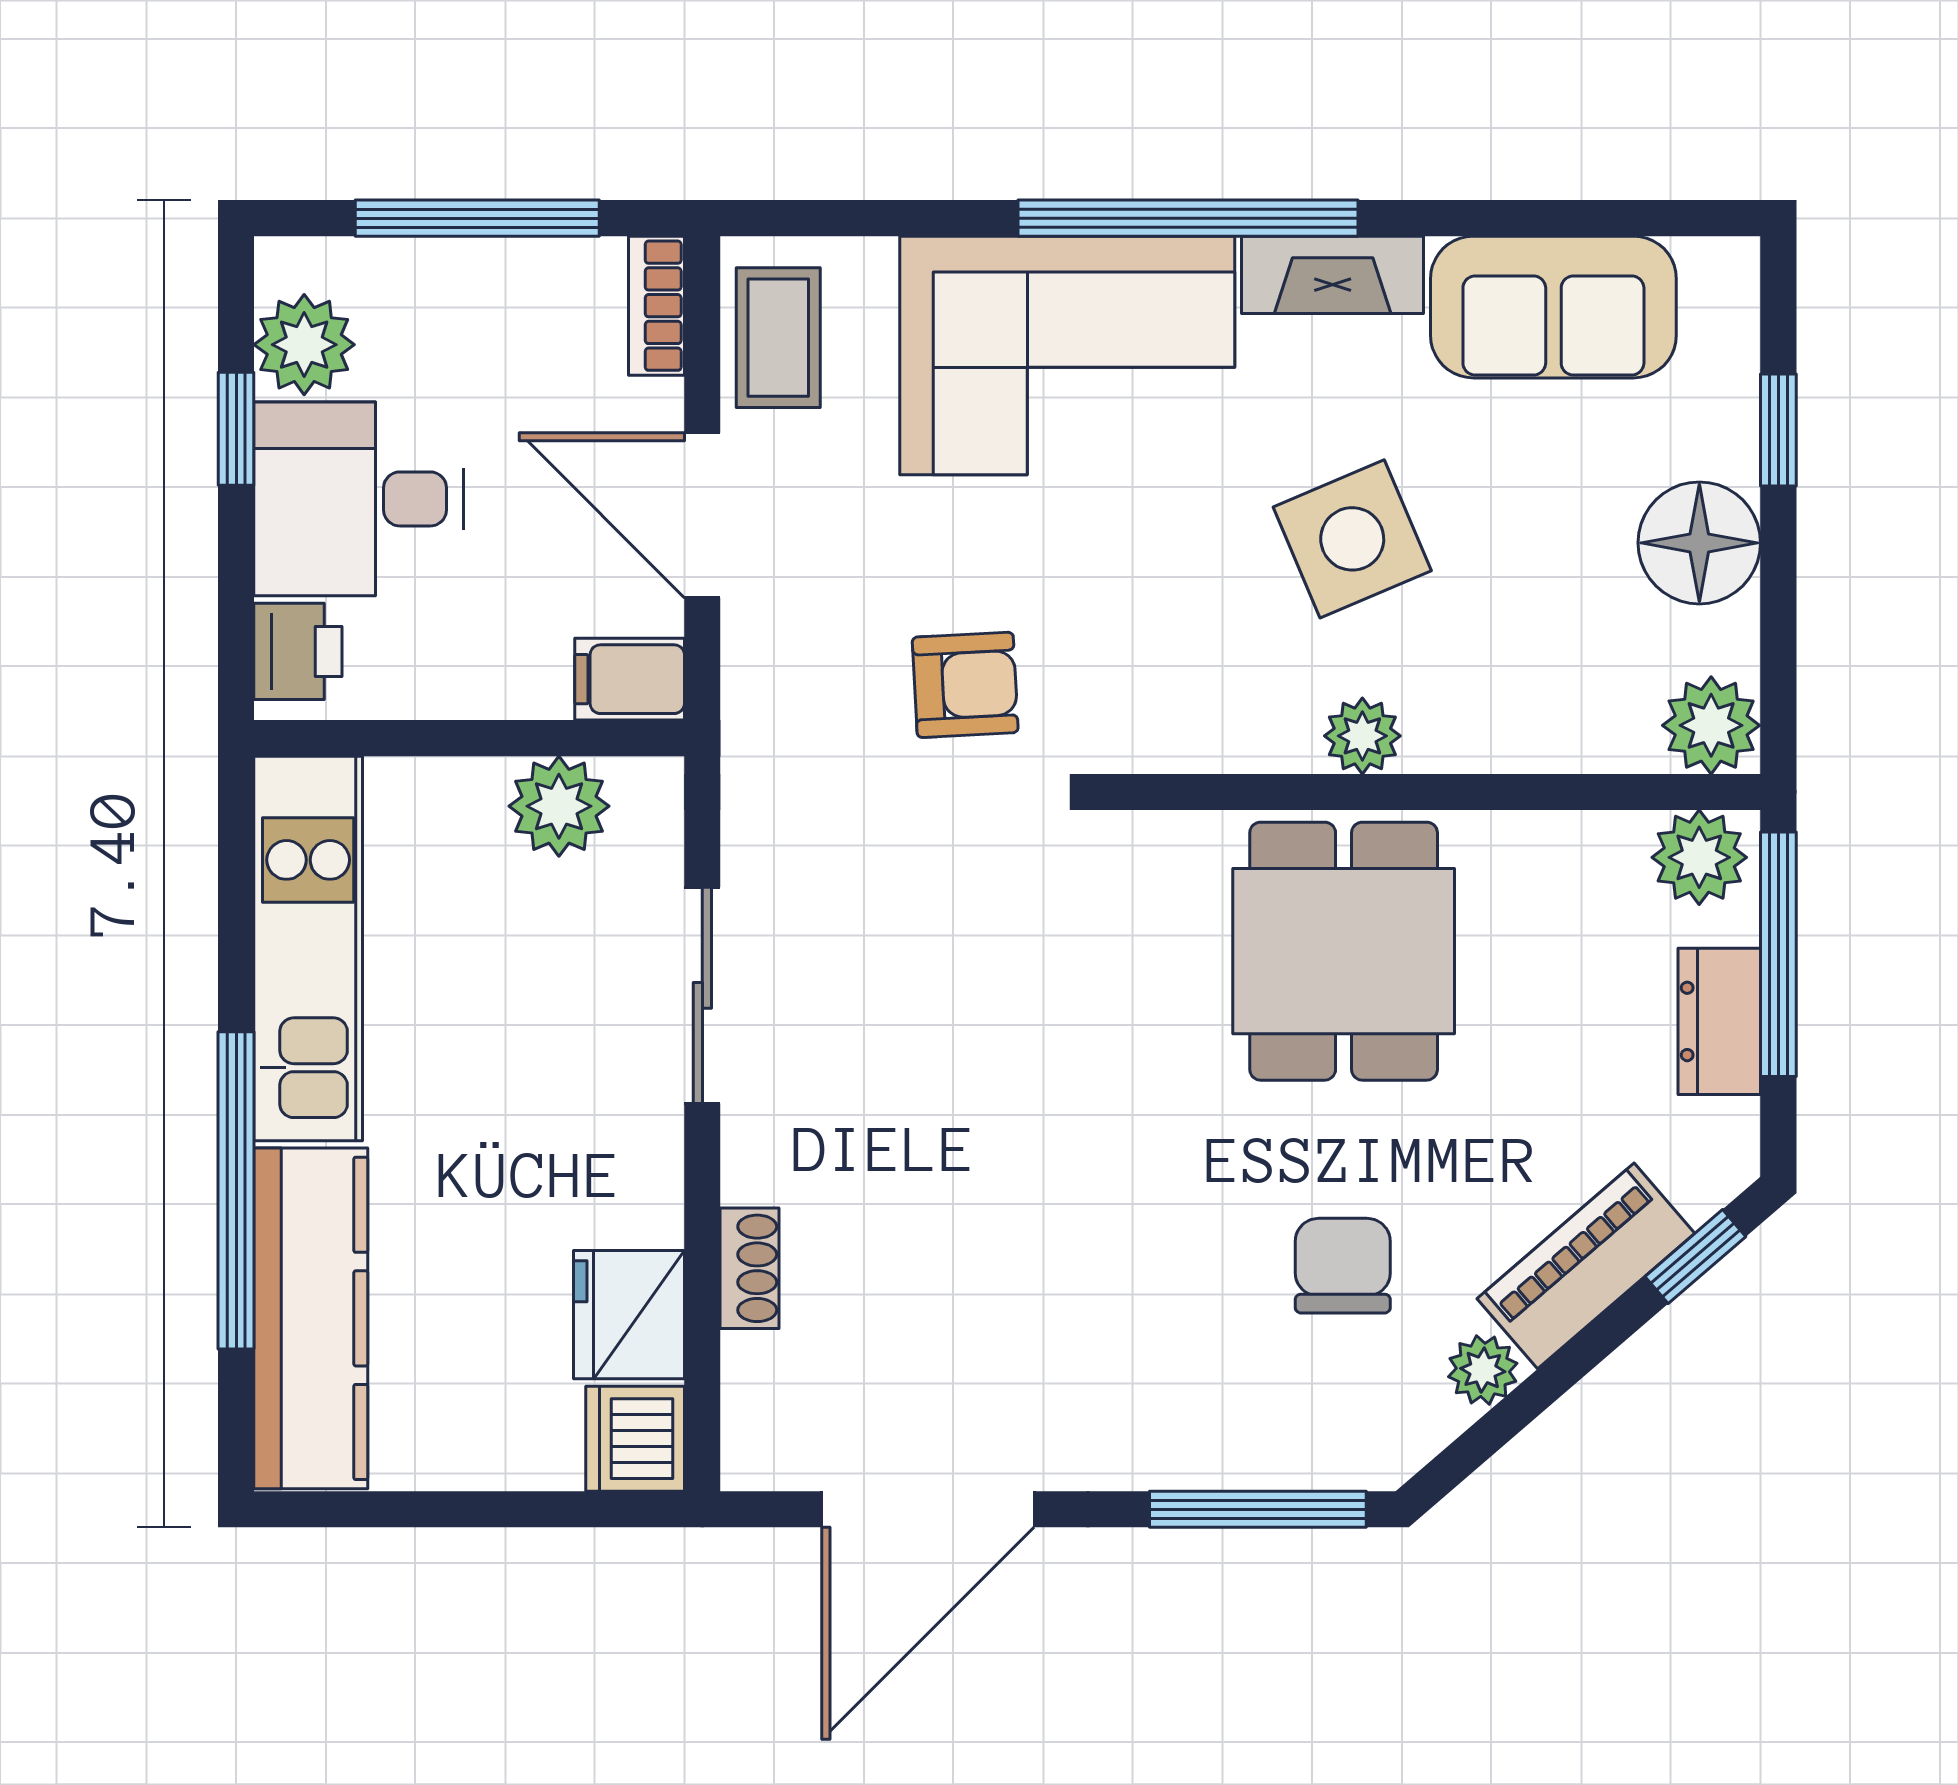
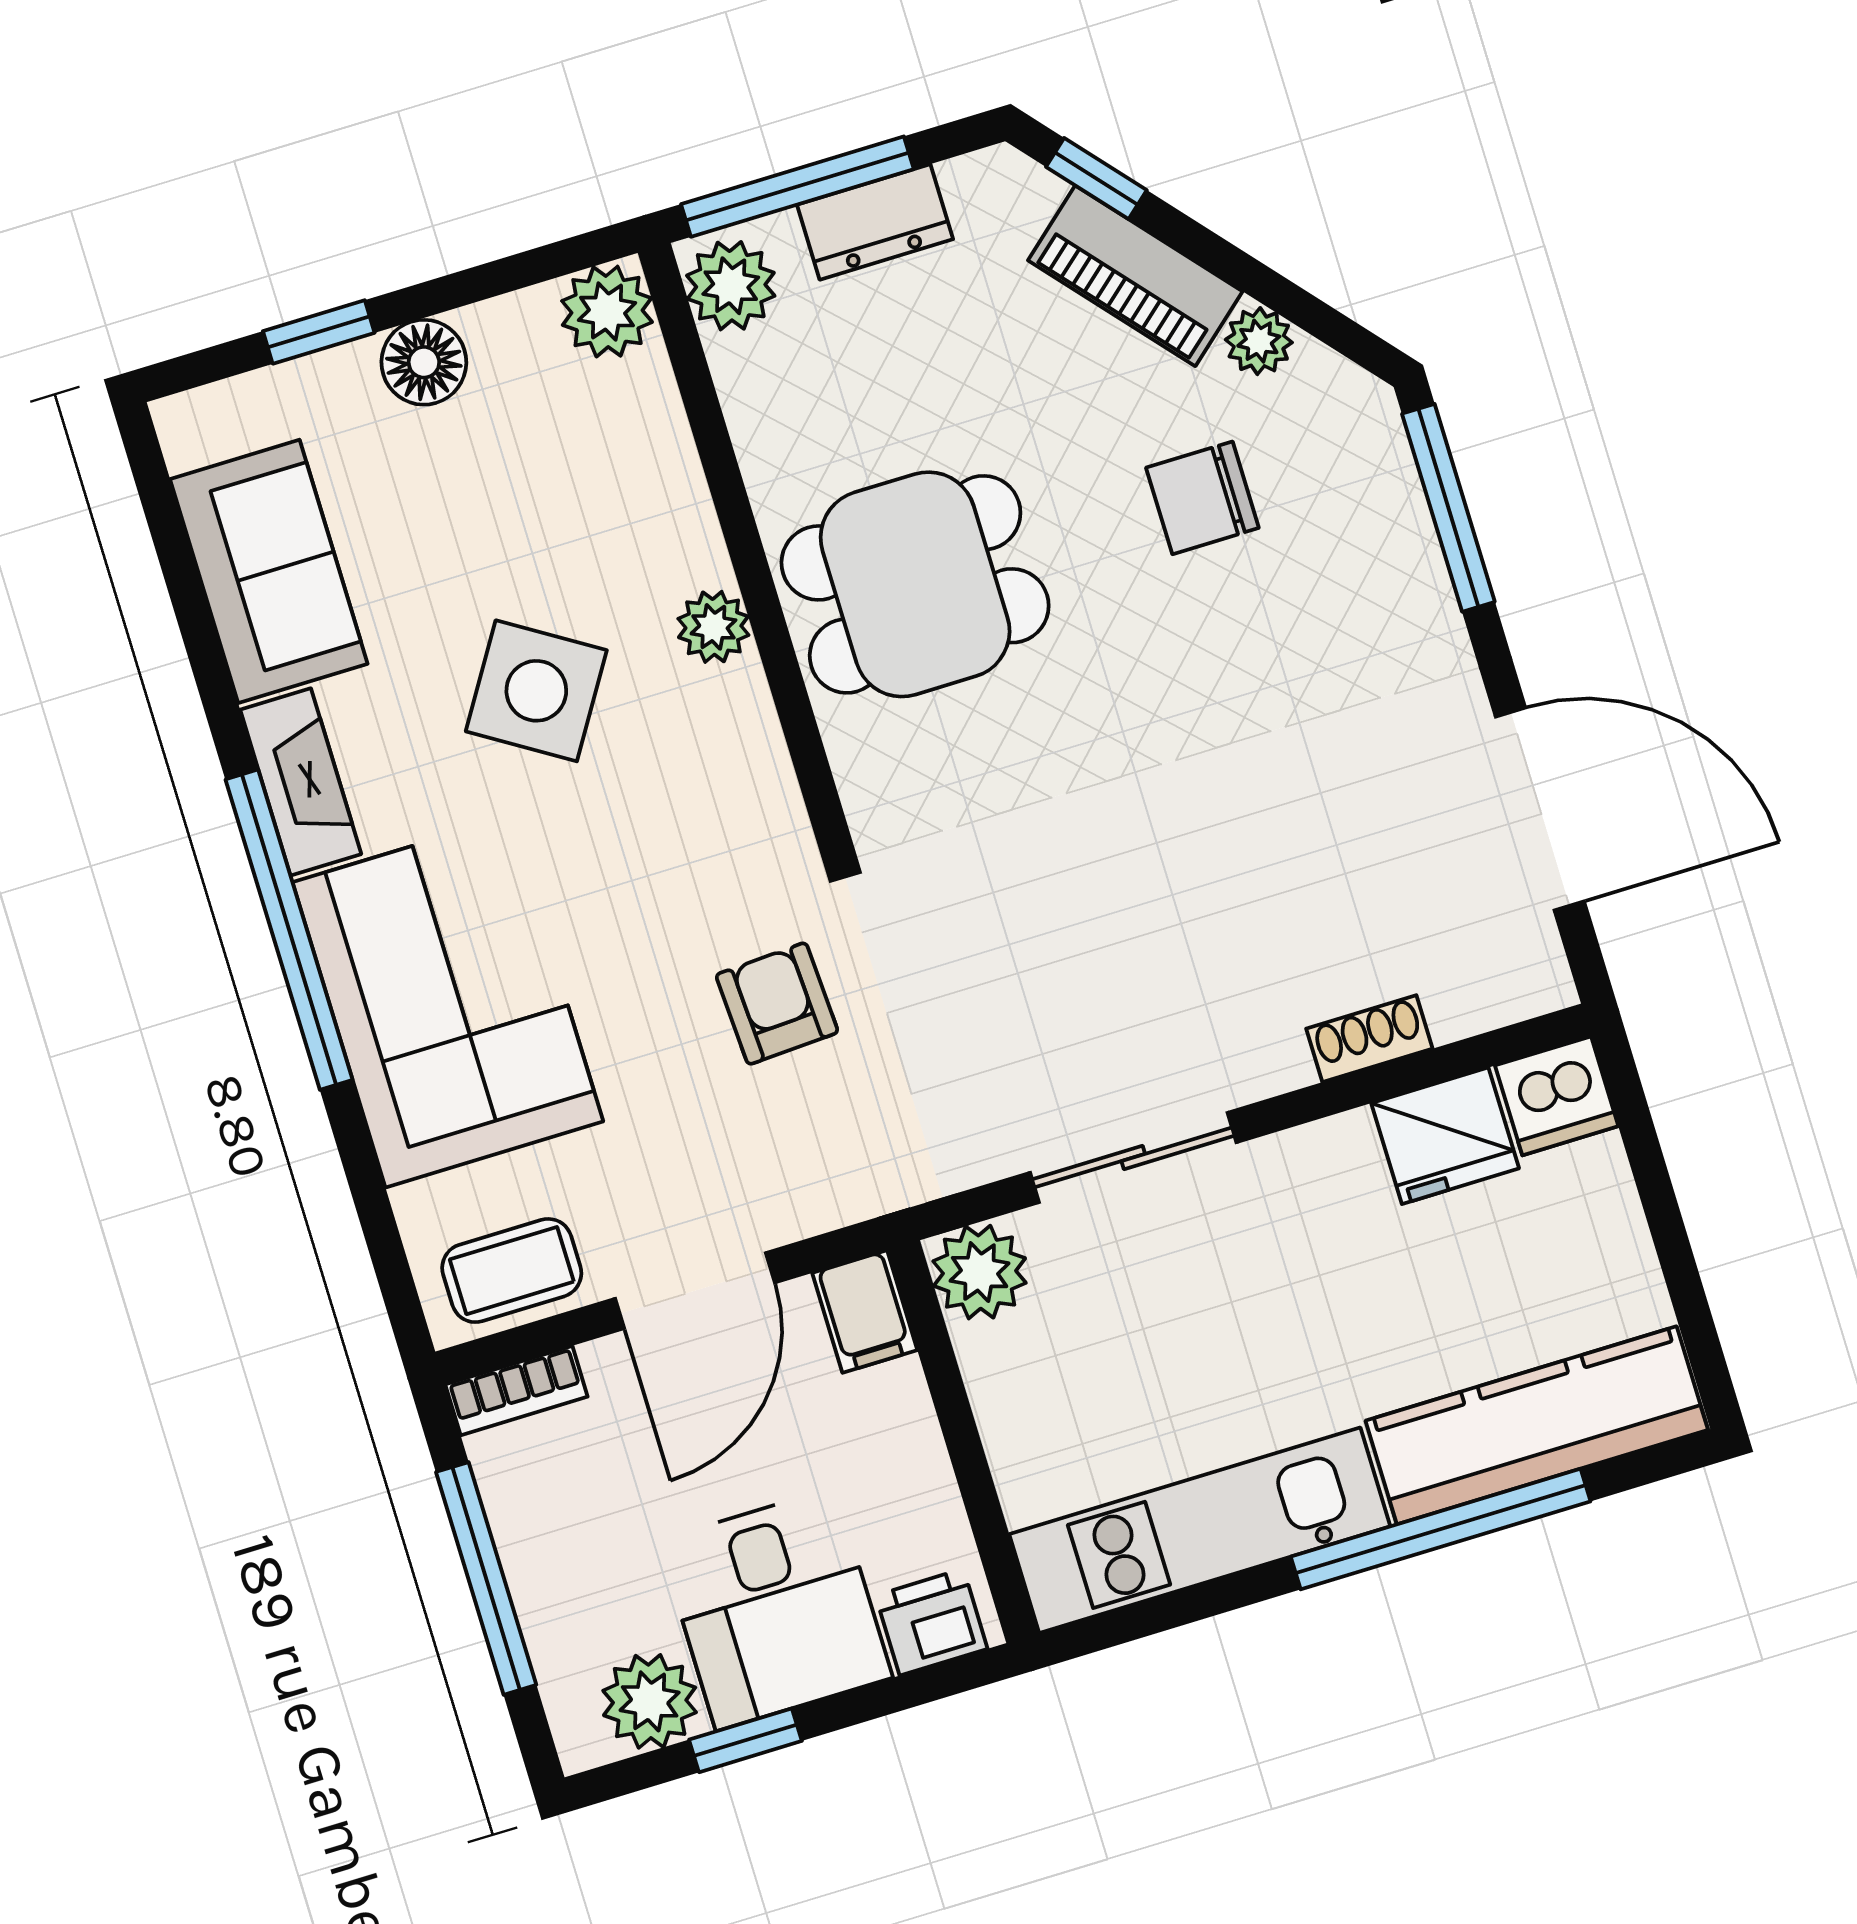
side table: (1352, 539) -> (536, 691), turned -35
floor lamp: (1699, 543) -> (424, 362), width x0.73, depth x0.73
plant: (559, 806) -> (980, 1272), moved

